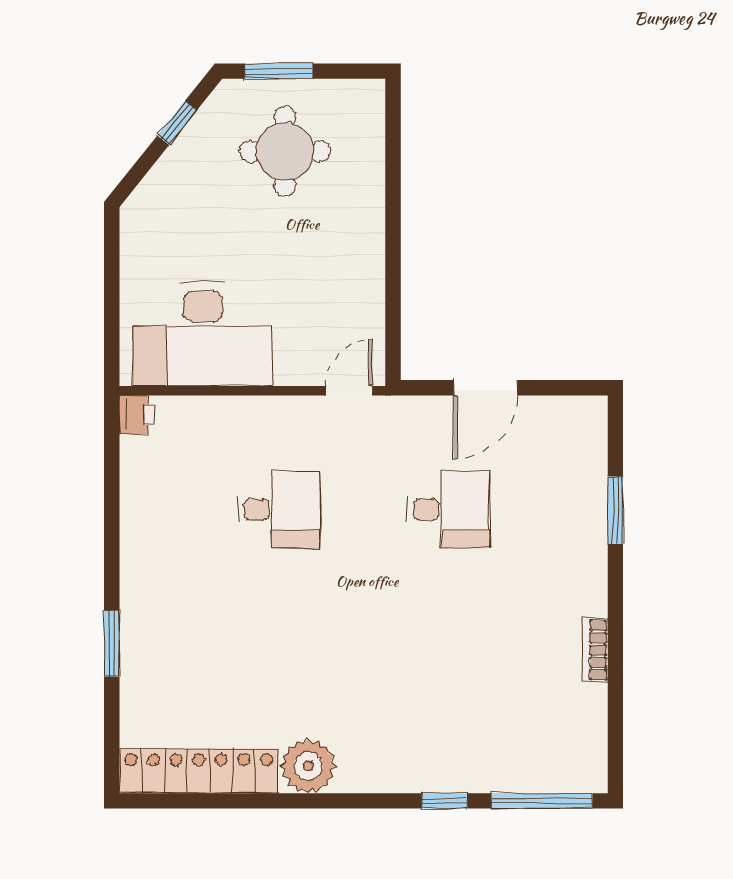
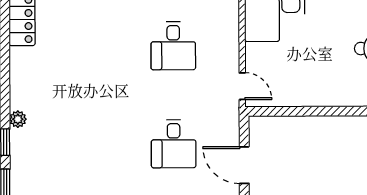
plant: (308, 766) -> (18, 119), moved, width x0.53, depth x0.53

